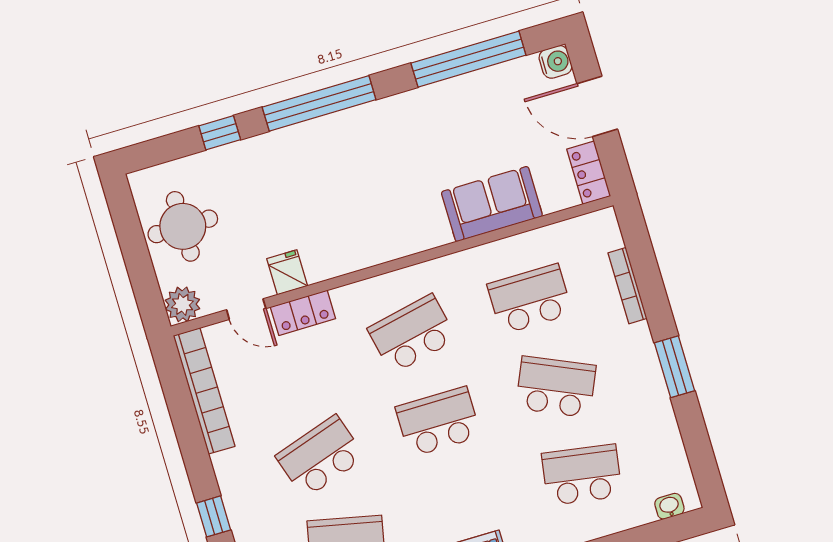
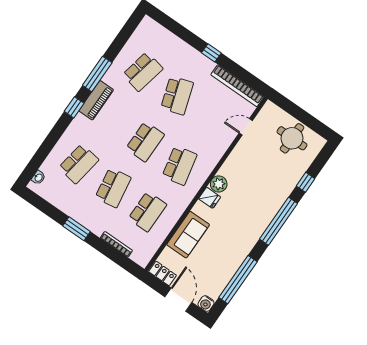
door: (597, 106) -> (178, 300), hinge flipped
fridge: (287, 272) -> (210, 198), moved
plant: (182, 304) -> (219, 184), moved
locker: (303, 313) -> (224, 142), removed
school desk: (556, 387) -> (113, 188), turned -33
window: (214, 516) -> (211, 53), moved

